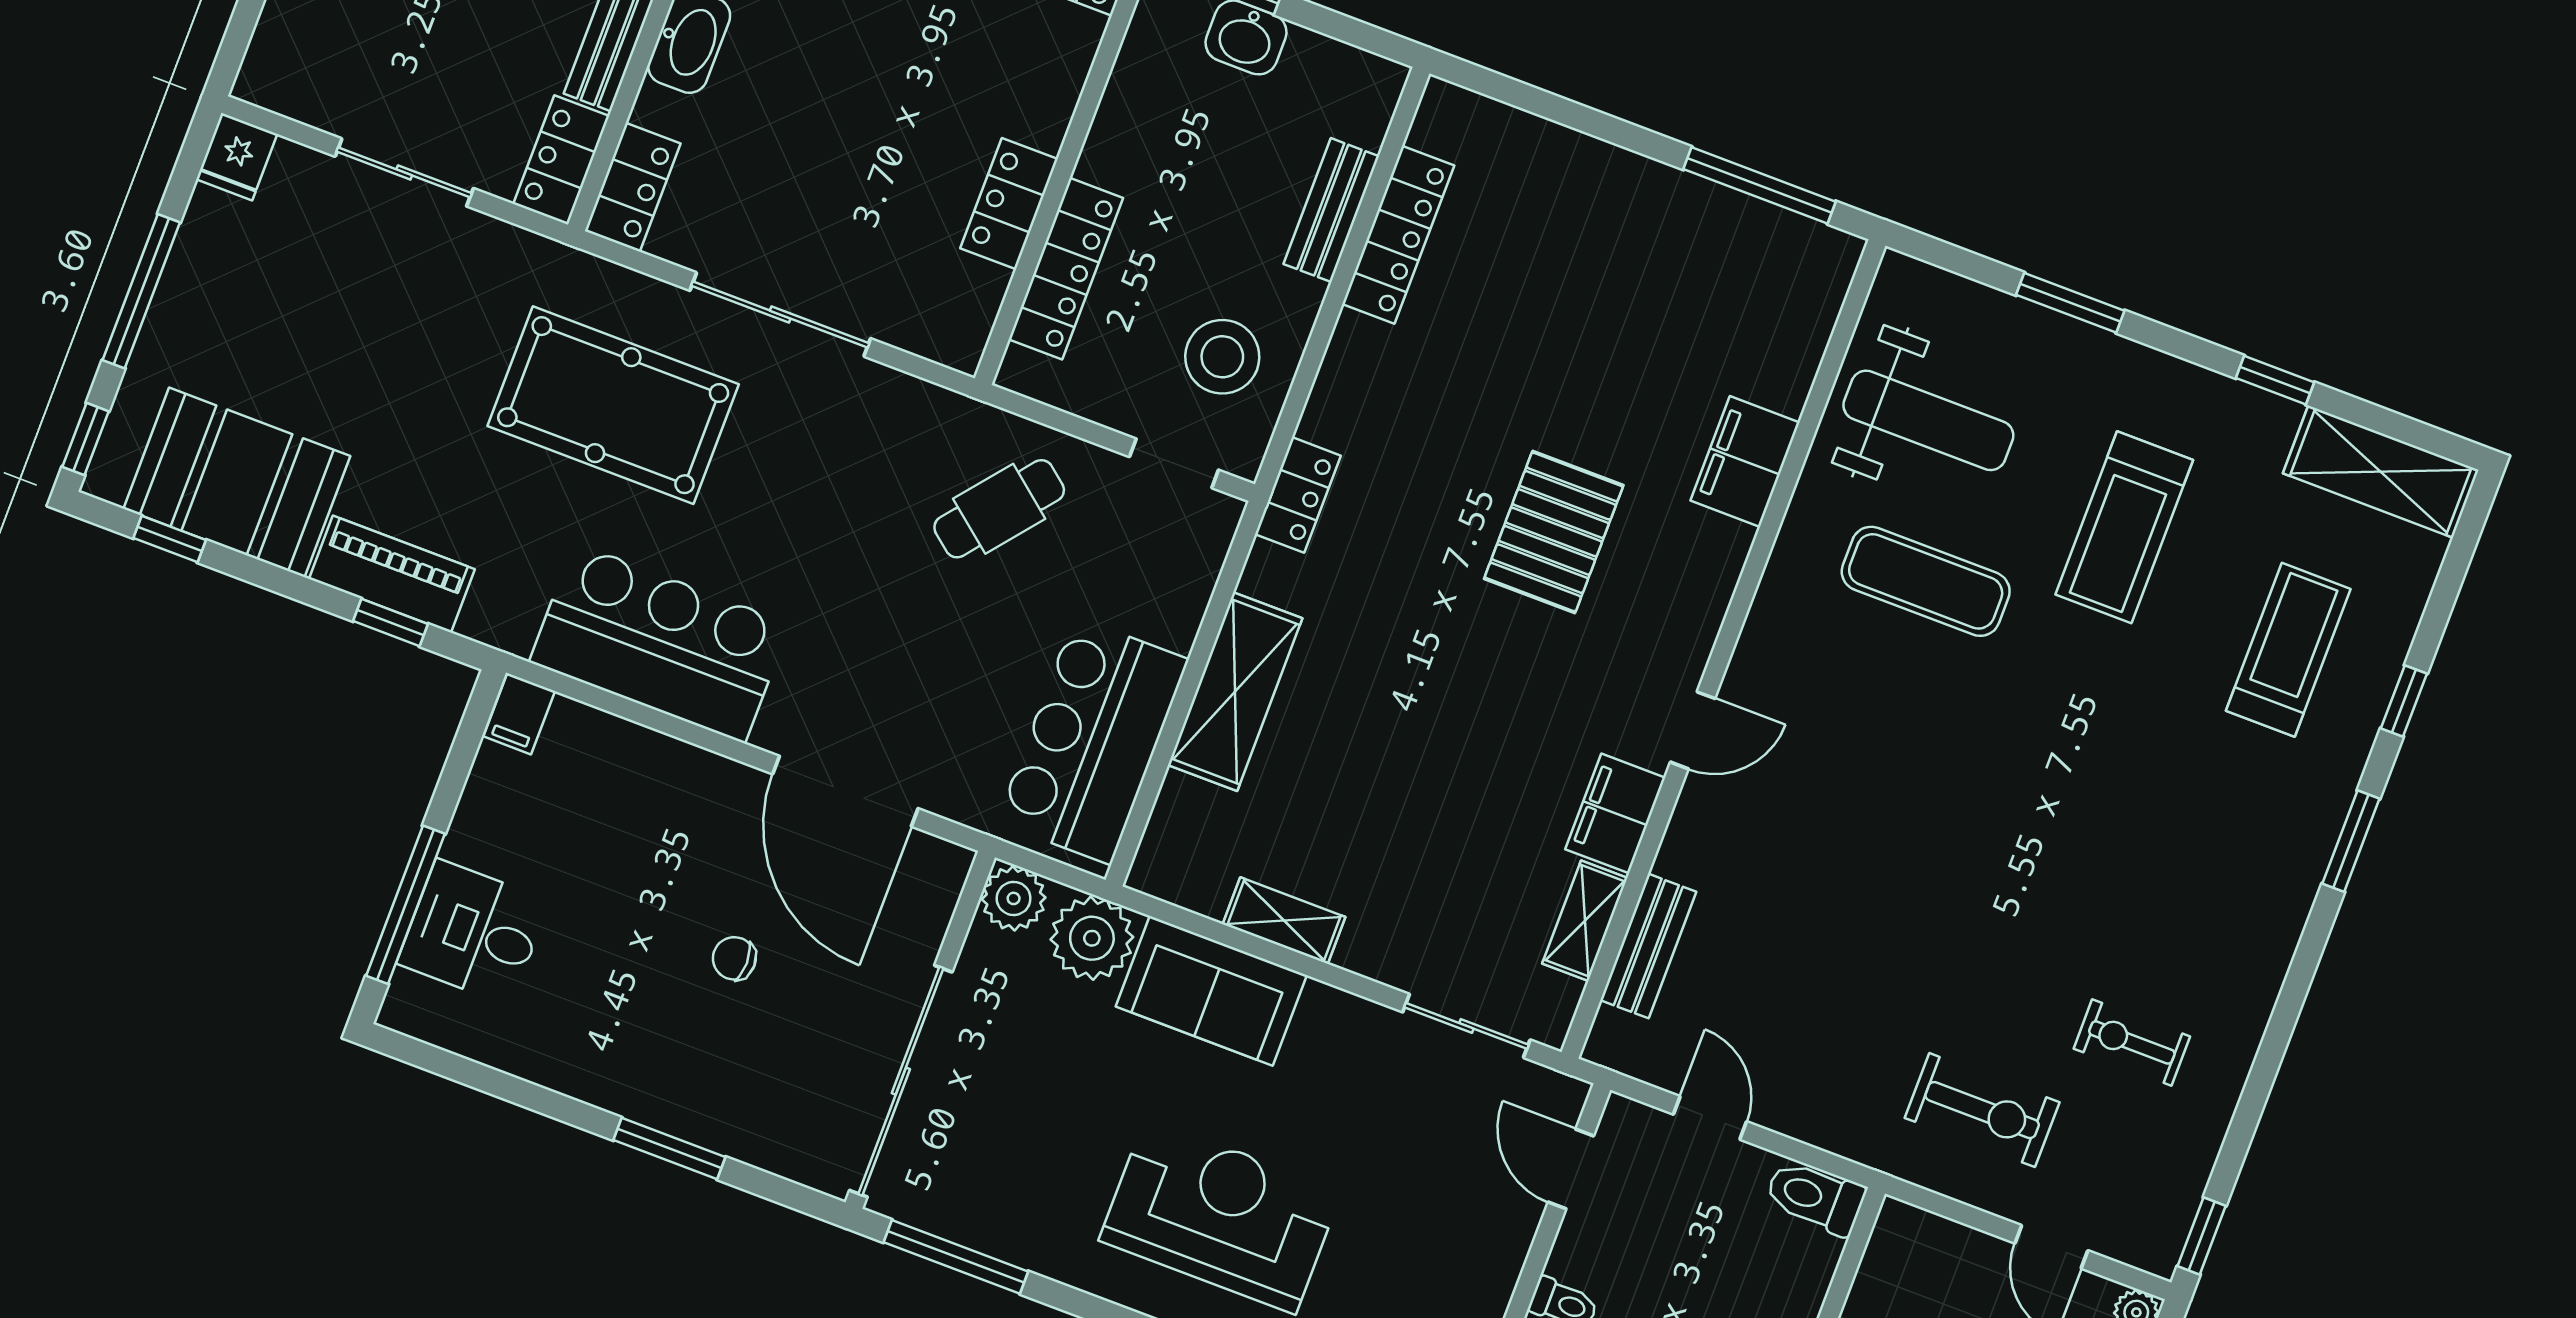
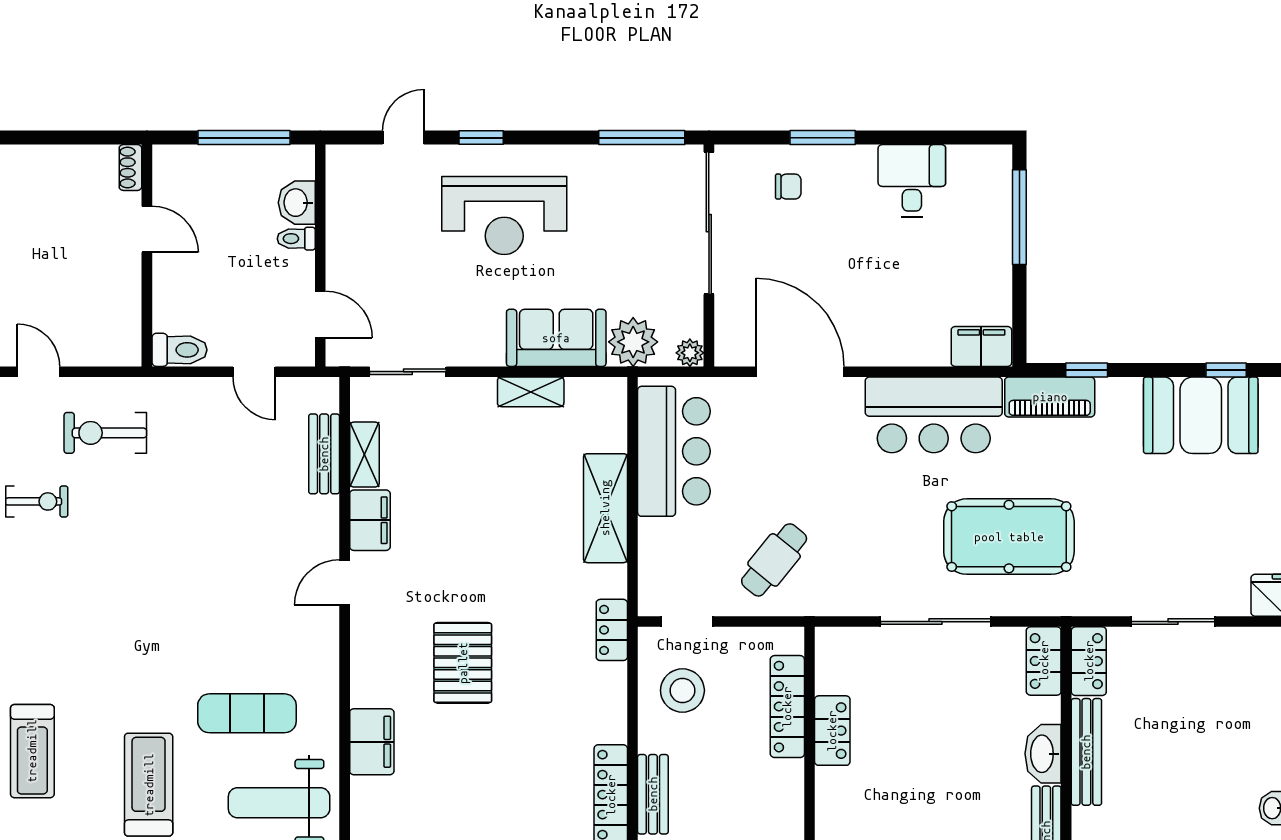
piano: (392, 574) -> (1050, 397), moved
filing cabinet: (519, 714) -> (981, 346), width x2.00
plant: (1014, 898) -> (690, 353), width x0.73, depth x0.73
desk: (473, 932) -> (912, 181), moved, turned -90
chair: (734, 958) -> (788, 187), moved

